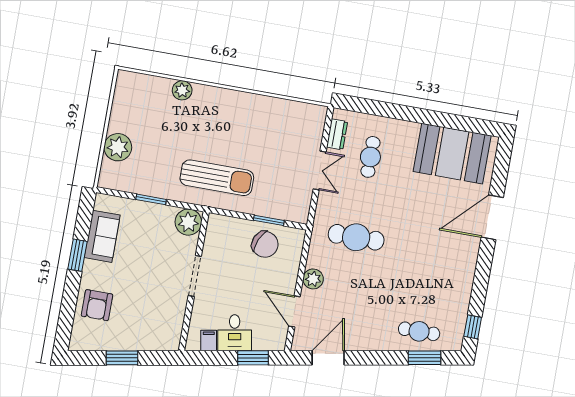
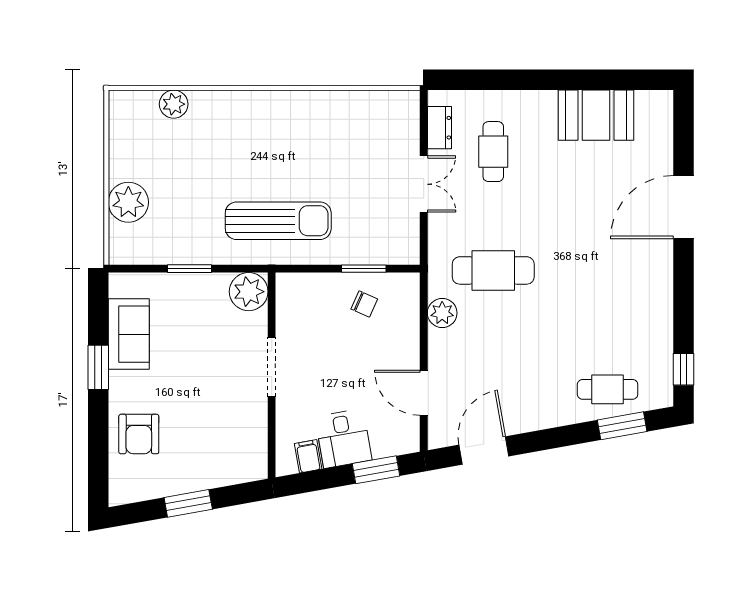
plant: (182, 90) -> (174, 104), moved
booth: (452, 154) -> (596, 115), width x0.73, depth x0.70
chair: (265, 244) -> (364, 304), width x0.54, depth x0.54
plant: (313, 279) -> (442, 313), moved

